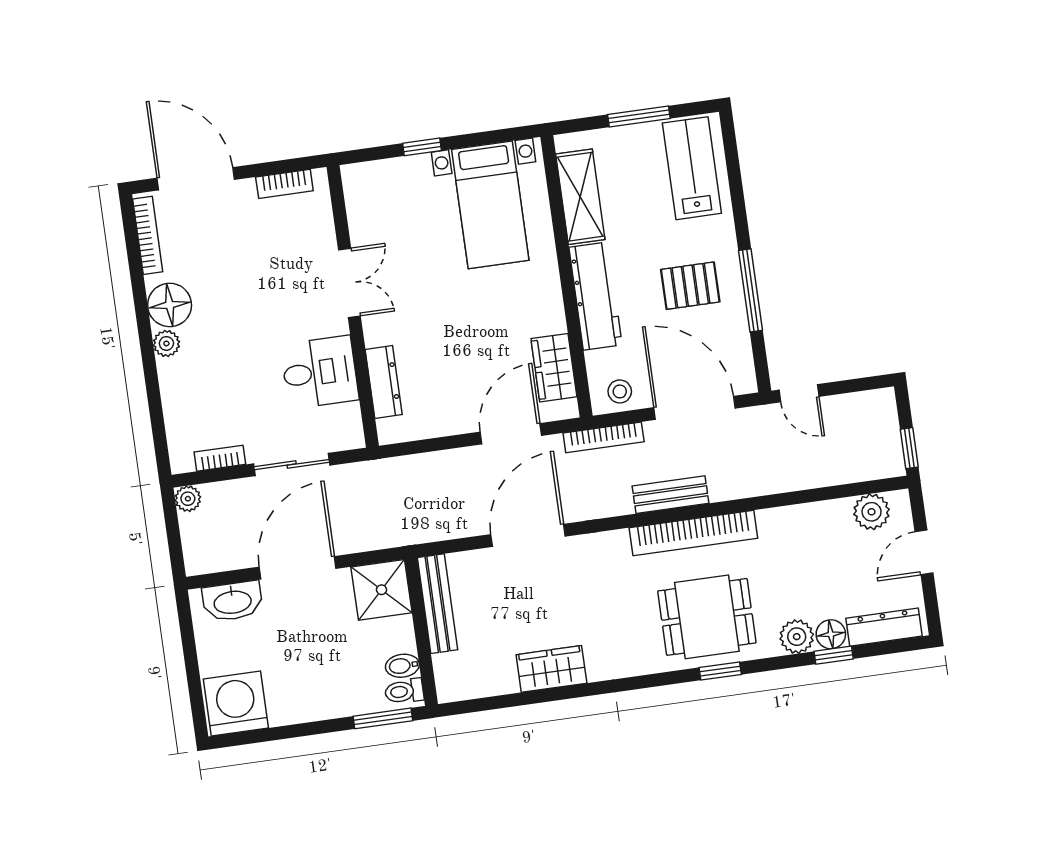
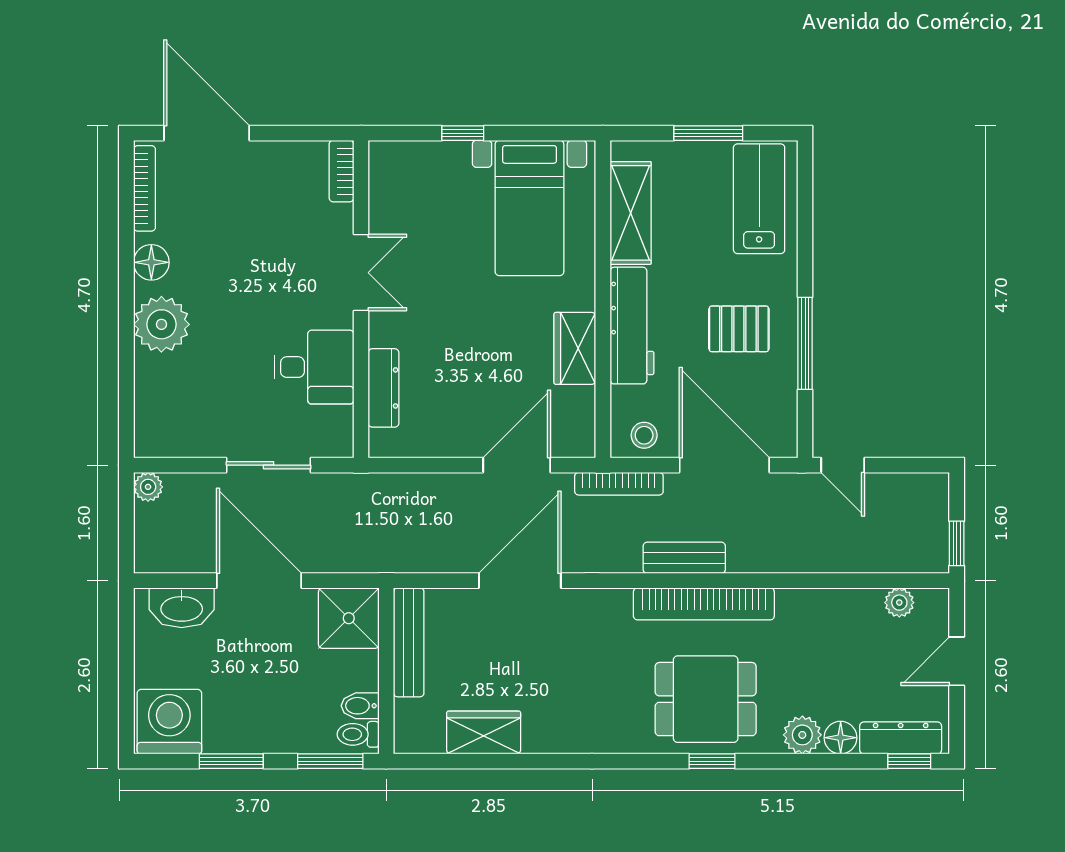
bookcase: (284, 184) -> (341, 171), moved, turned 90
floor lamp: (170, 305) -> (151, 262), width x0.73, depth x0.73
plant: (166, 343) -> (161, 324), width x1.87, depth x1.87
wardrobe: (554, 368) -> (575, 348), moved
bookcase: (220, 458) -> (190, 447), removed
plant: (872, 512) -> (899, 603), width x0.73, depth x0.73
door: (298, 568) -> (259, 581), hinge flipped
window: (834, 655) -> (909, 761), moved
wardrobe: (551, 669) -> (484, 732), moved
window: (295, 731) -> (231, 761), added

